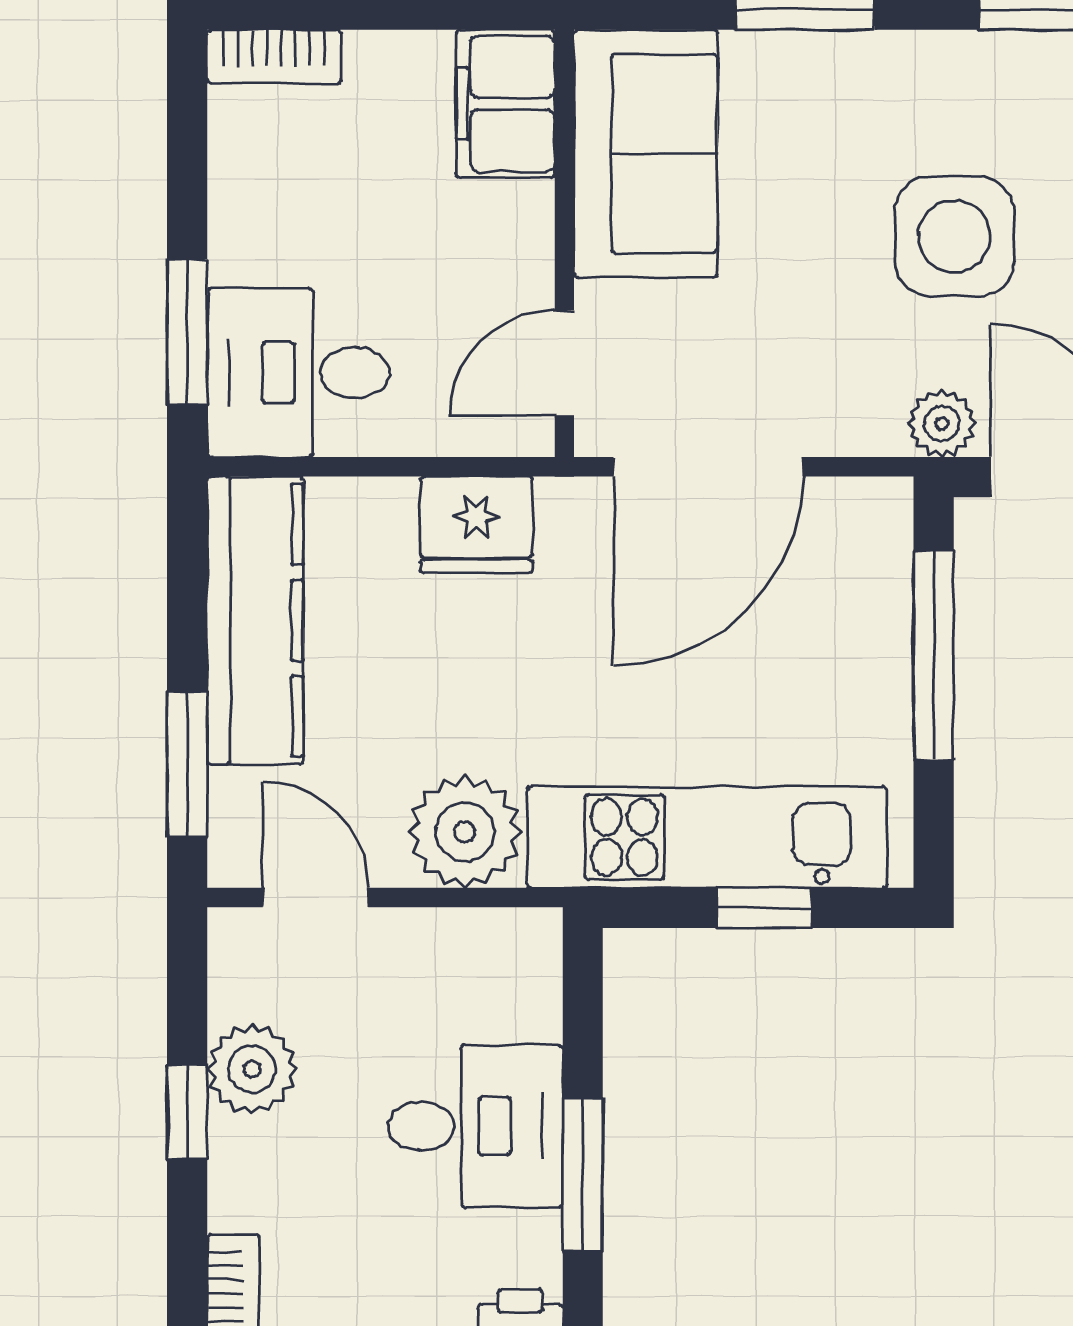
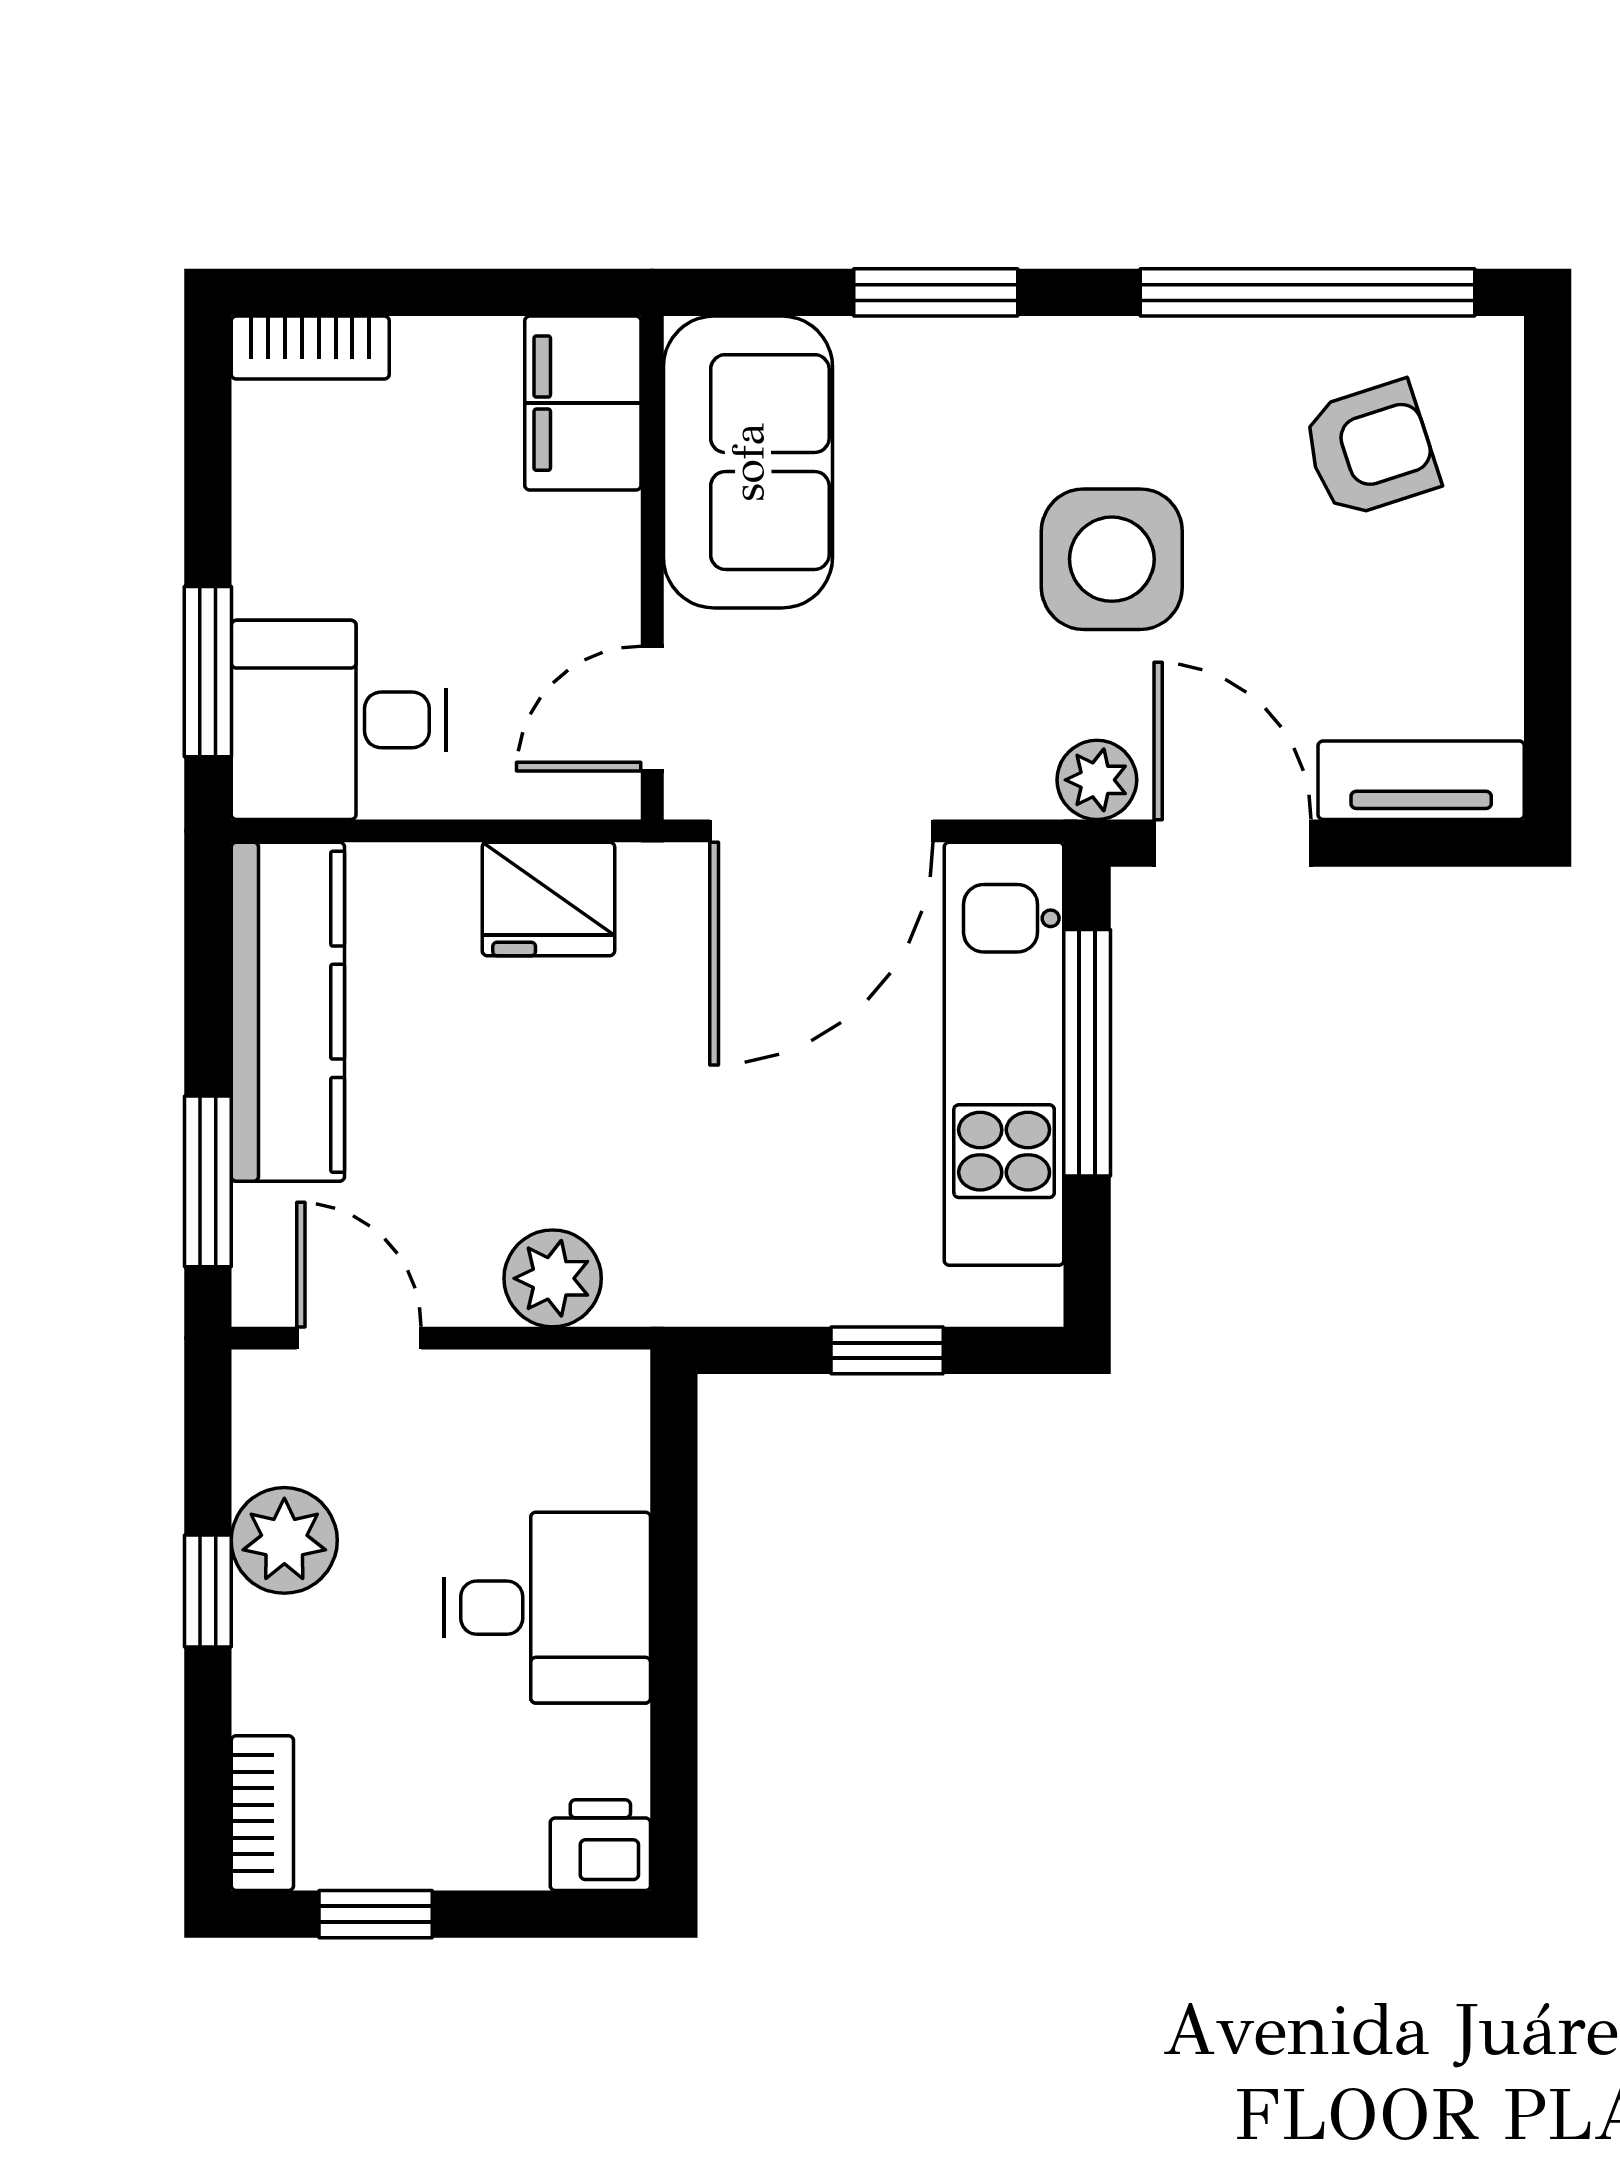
plant: (465, 832) -> (553, 1278), width x0.73, depth x0.73
kitchen unit: (707, 837) -> (1004, 1054), moved, turned -90
window: (583, 1175) -> (674, 1665), removed

